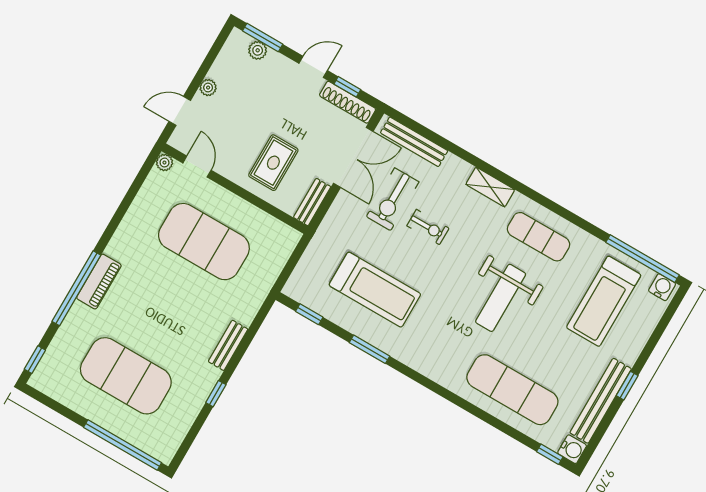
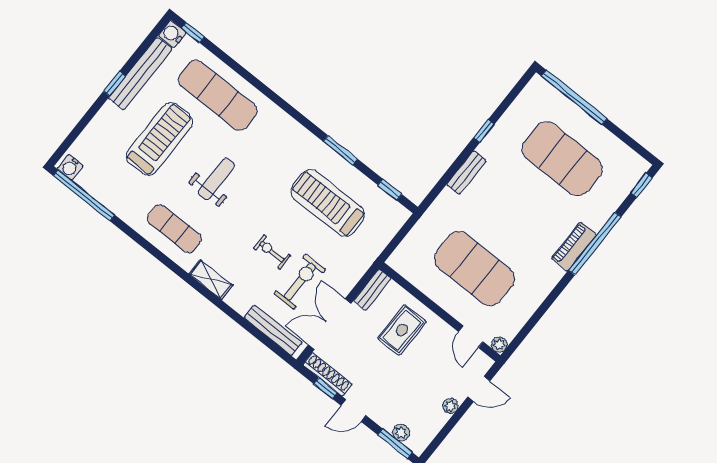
weight bench: (501, 298) -> (216, 179), width x0.73, depth x0.75
treadmill: (604, 301) -> (159, 139), moved

